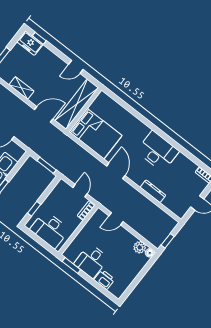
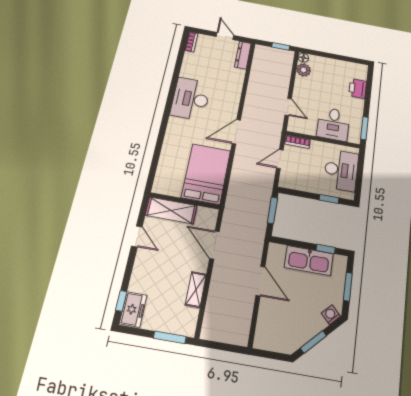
shelving: (77, 104) -> (171, 210), width x0.68
dresser: (153, 191) -> (243, 55), moved
desk: (91, 261) -> (333, 124), moved, turned 90

